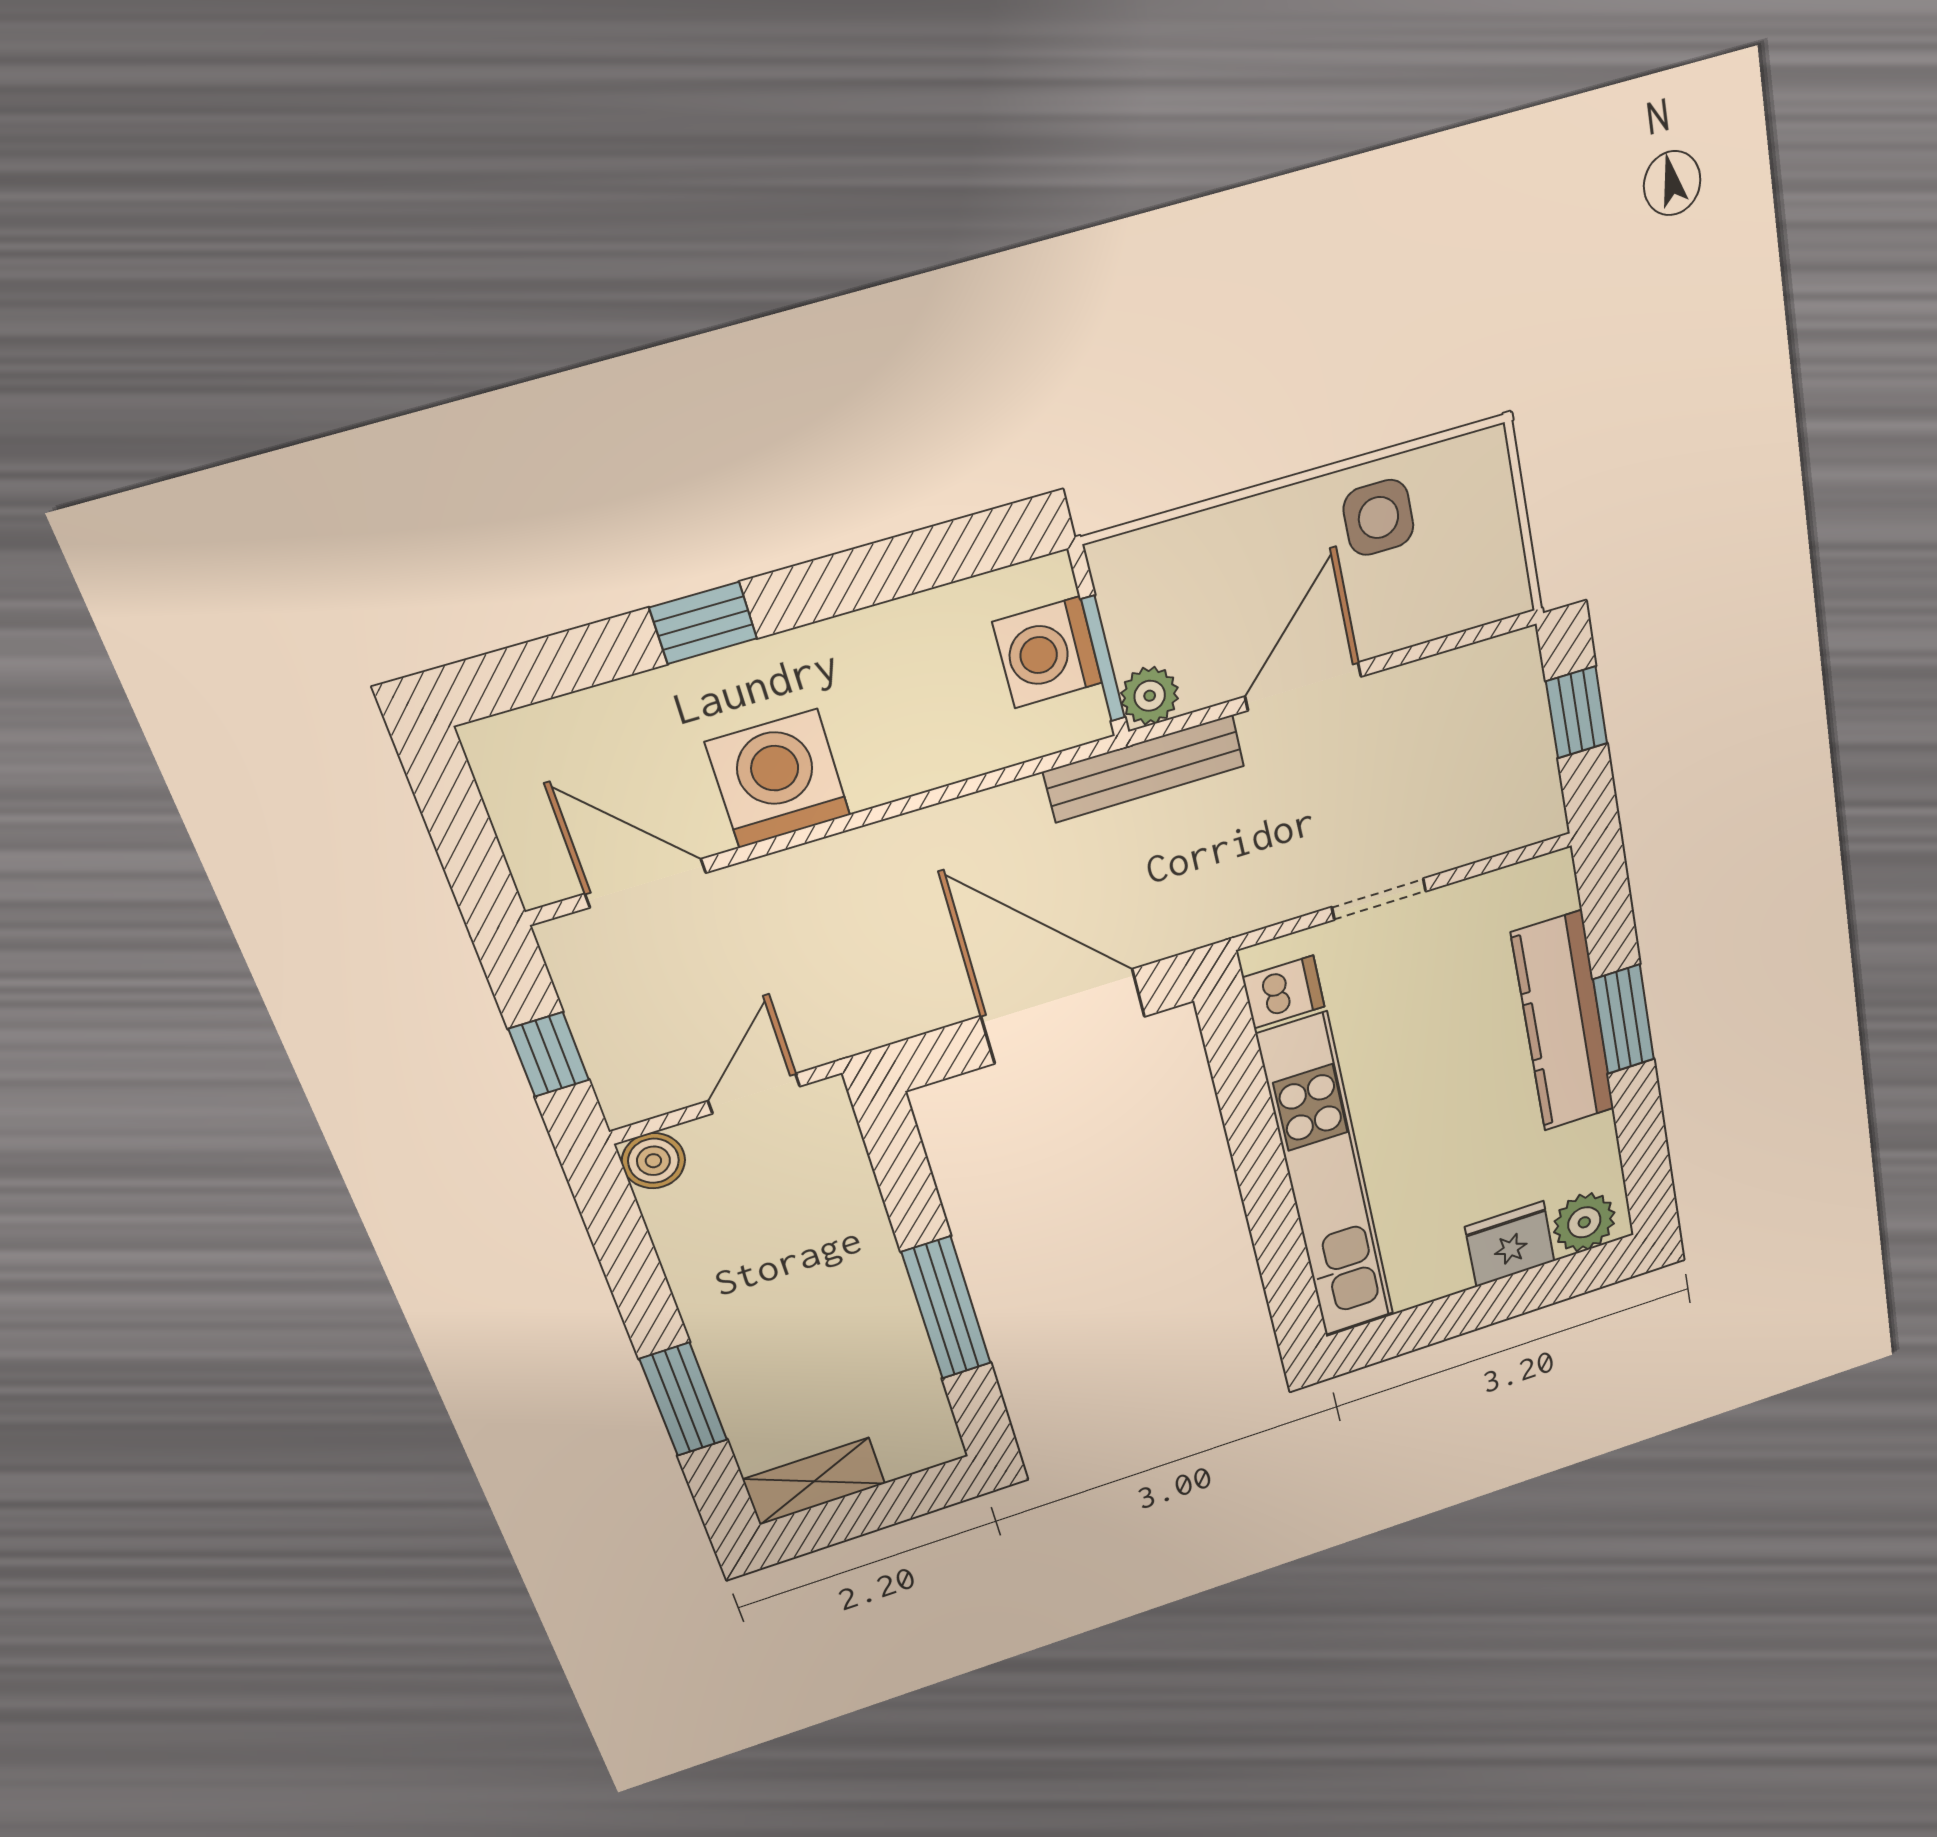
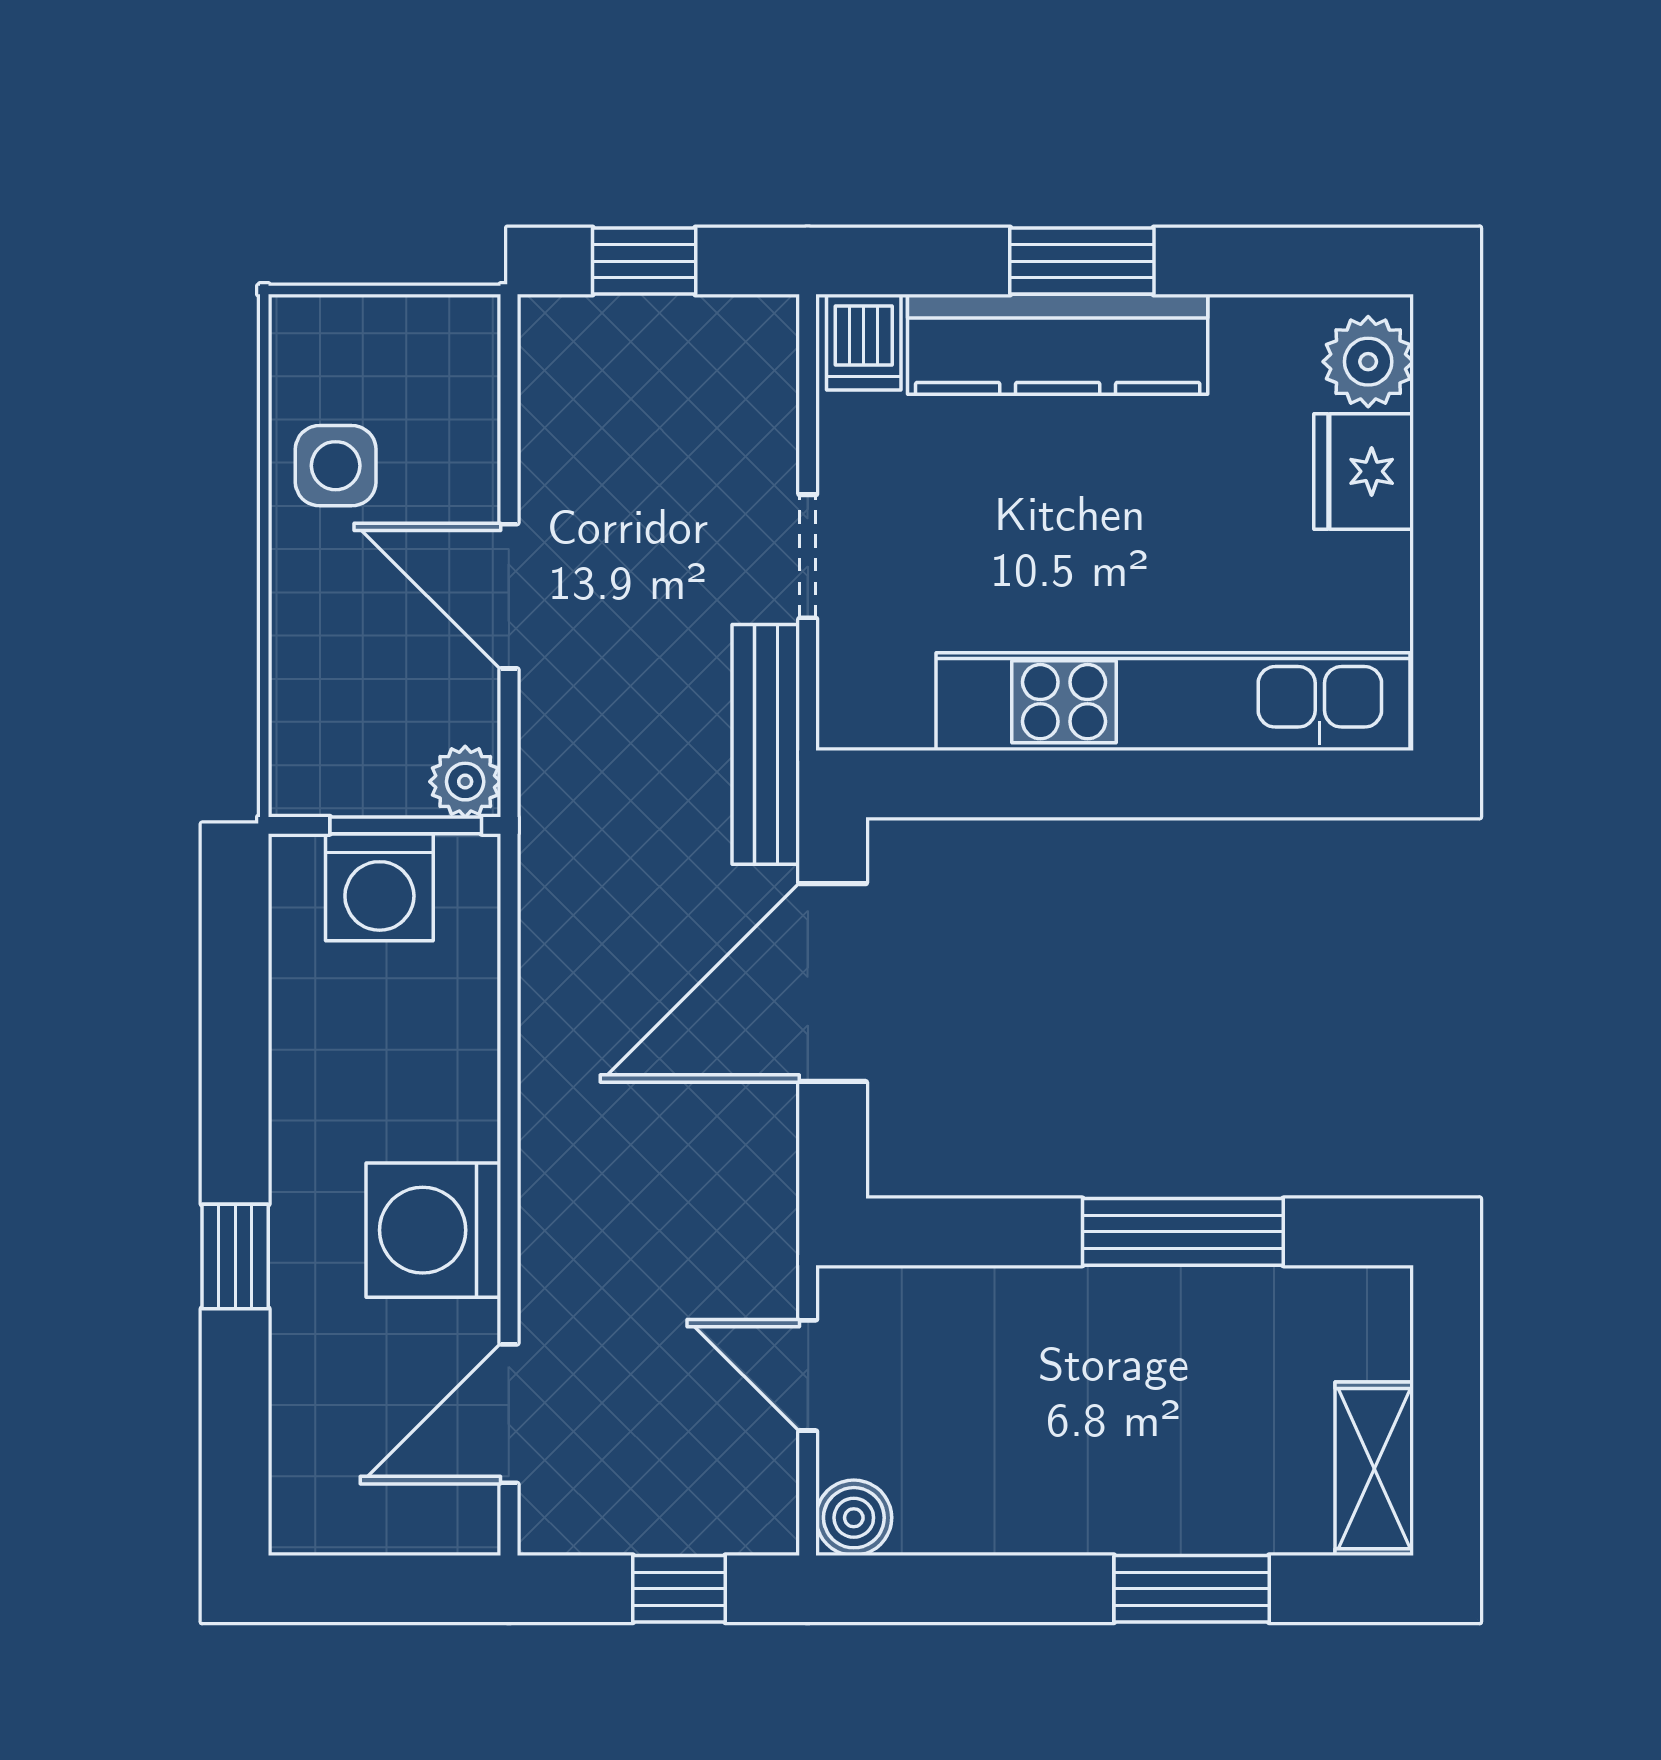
bench: (1144, 769) -> (766, 744), moved
dishwasher: (1283, 992) -> (864, 342), moved, turned 180

